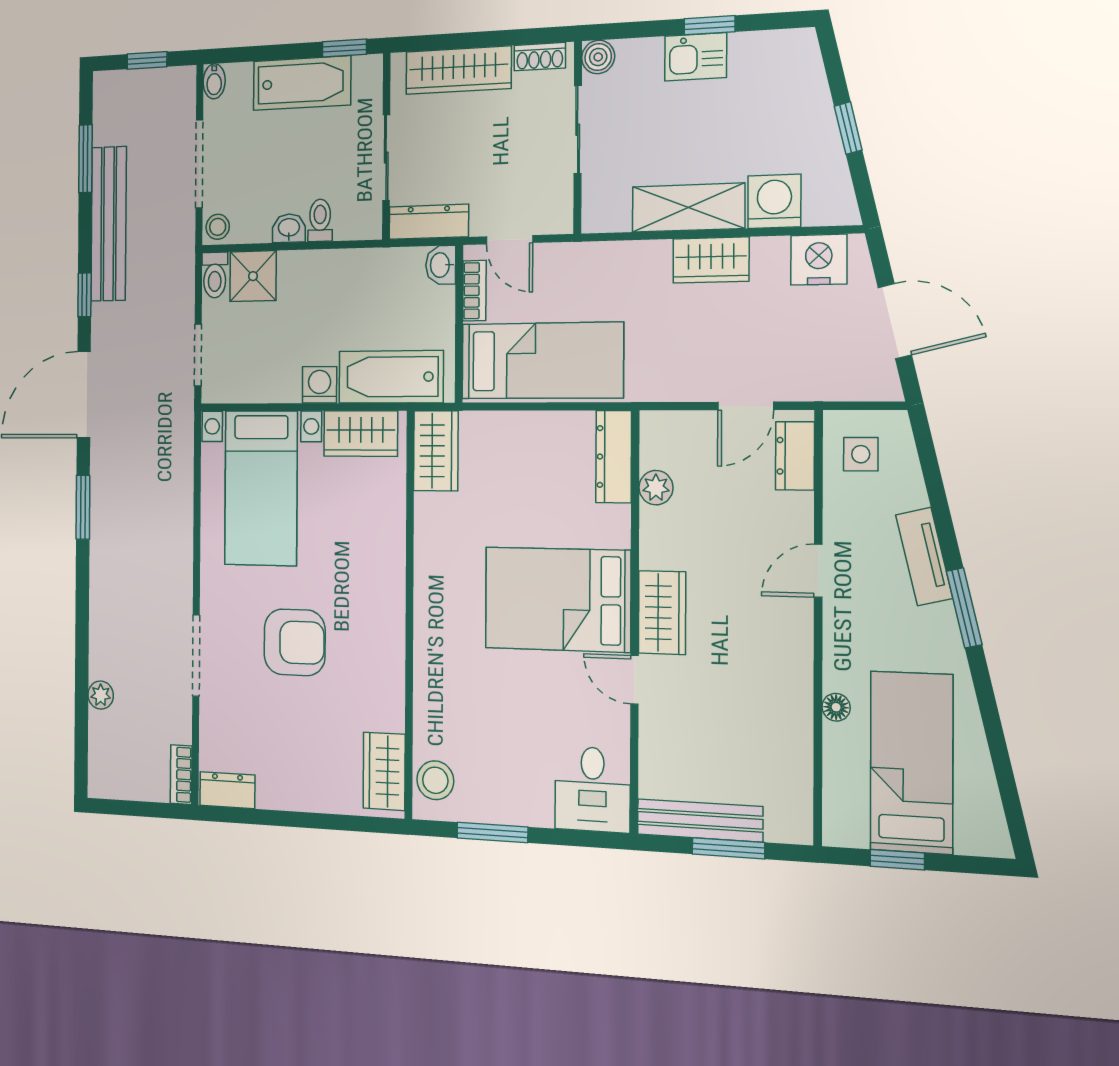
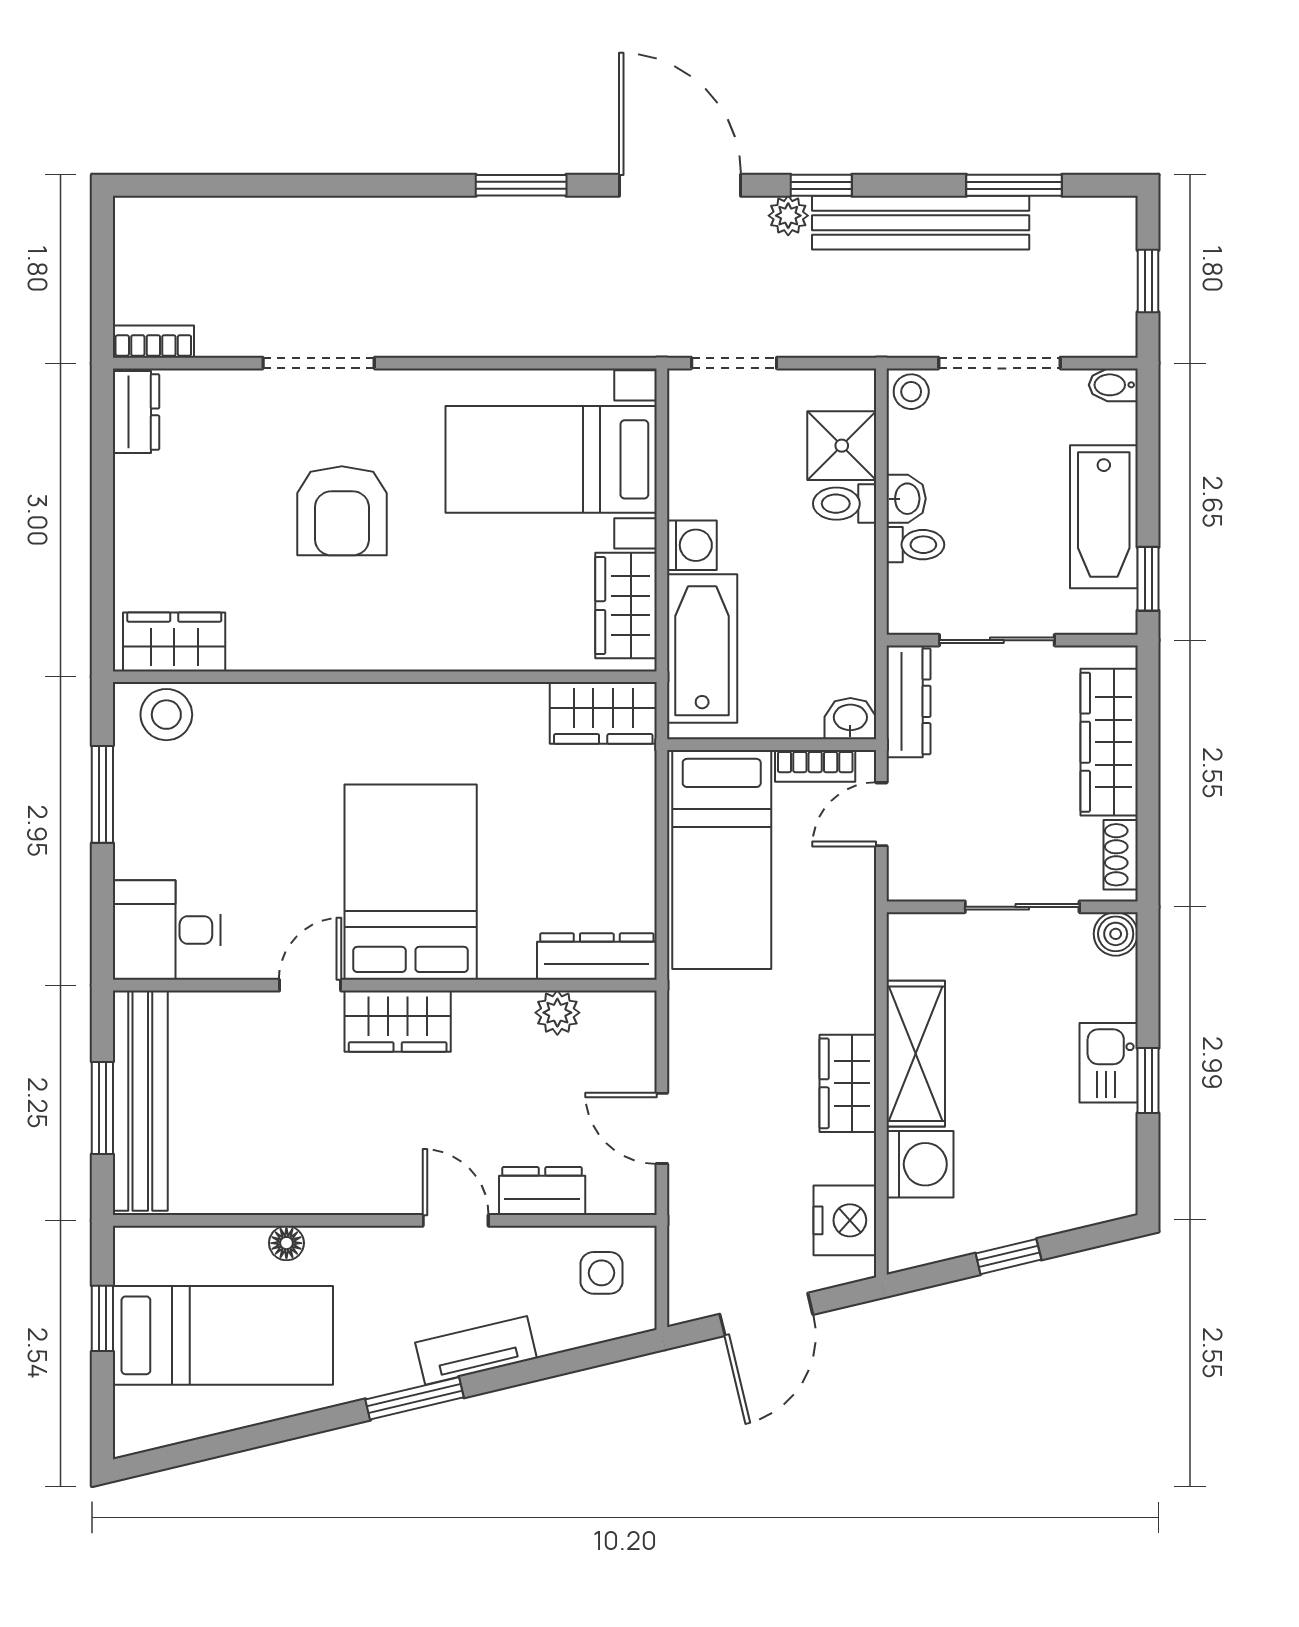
toilet: (215, 275) -> (845, 504), moved
dresser: (795, 456) -> (542, 1191), moved
plant: (101, 695) -> (788, 216), moved
bench: (700, 820) -> (140, 1101), width x1.37, depth x1.21

